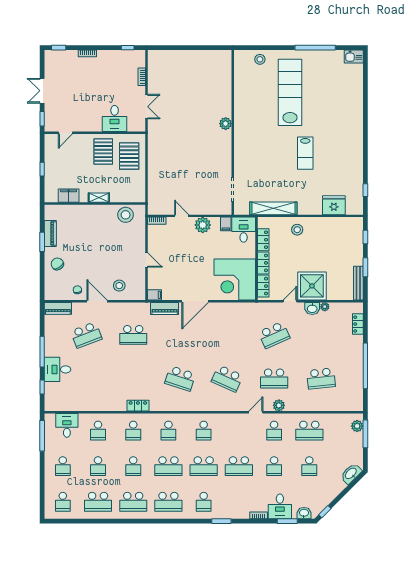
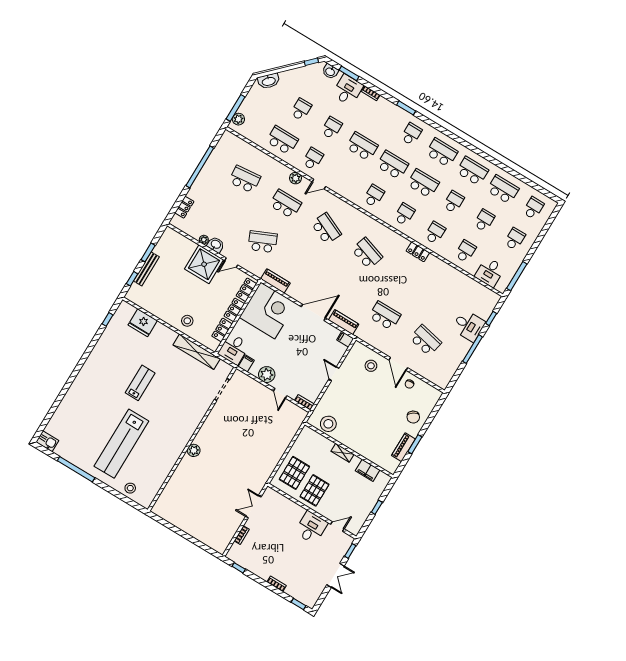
desk: (115, 119) -> (311, 528), moved
bench: (358, 283) -> (146, 269), moved
piano: (58, 308) -> (275, 281), moved
school desk: (86, 335) -> (425, 340), turned 33

